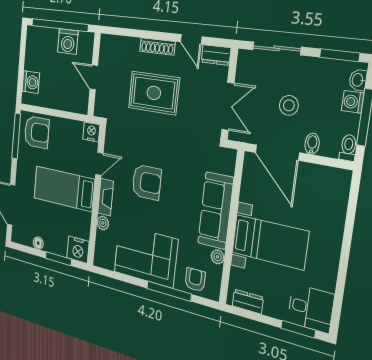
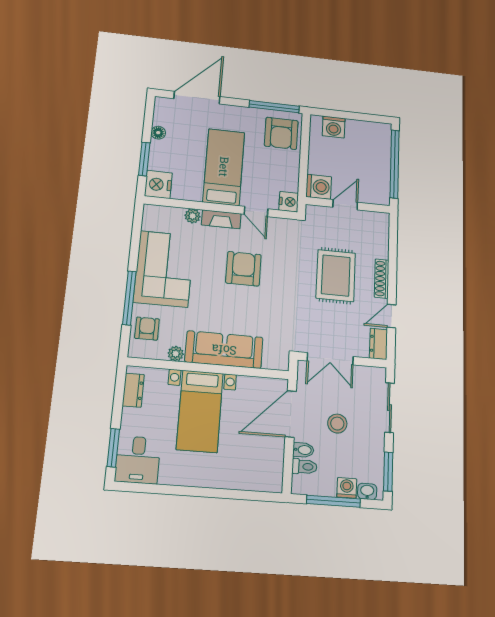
washing machine: (68, 42) -> (319, 187), moved, turned 180
toilet: (348, 148) -> (304, 467), moved
armchair: (147, 182) -> (243, 269), turned 180
armchair: (195, 280) -> (147, 329), turned -90

